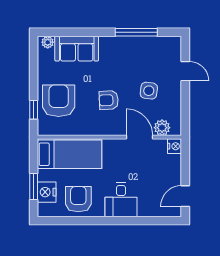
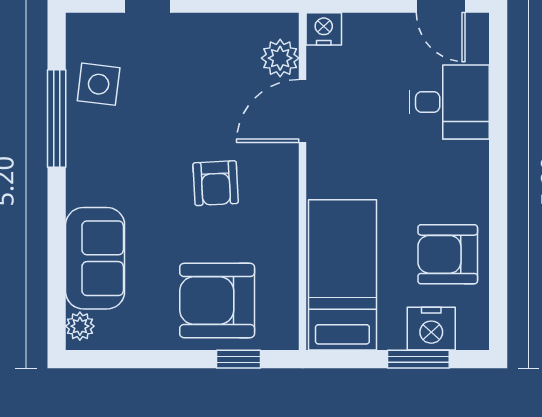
side table: (149, 91) -> (99, 84), moved
desk: (121, 200) -> (449, 102), moved

